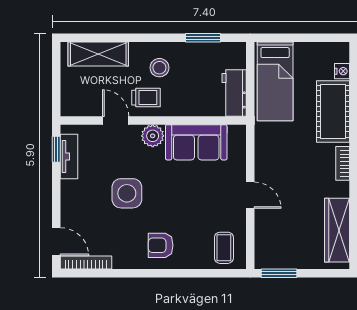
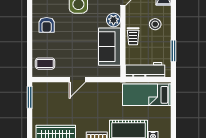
workbench: (234, 93) -> (145, 70), width x1.38
trolley: (146, 98) -> (133, 36), moved
armchair: (161, 245) -> (47, 25), turned 180

